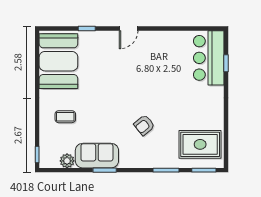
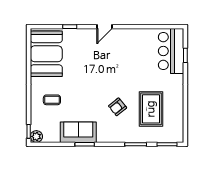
rug: (200, 144) -> (151, 109), moved, turned 90
plant: (67, 161) -> (36, 136), moved

